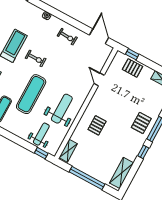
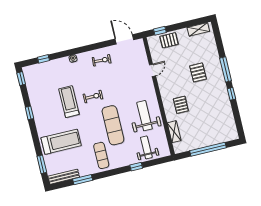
door: (99, 79) -> (152, 70), swing flipped
pallet: (141, 123) -> (198, 72), moved
shelving: (68, 151) -> (174, 132), moved
window: (41, 153) -> (136, 167), moved
shelving: (122, 173) -> (230, 123), removed

